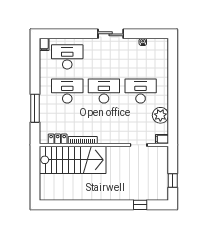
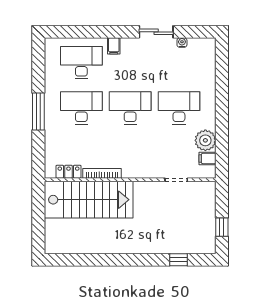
sliding door: (111, 34) -> (156, 32), moved
filing cabinet: (44, 44) -> (114, 46), moved
window: (35, 108) -> (38, 112), moved
filing cabinet: (162, 139) -> (208, 158), moved

